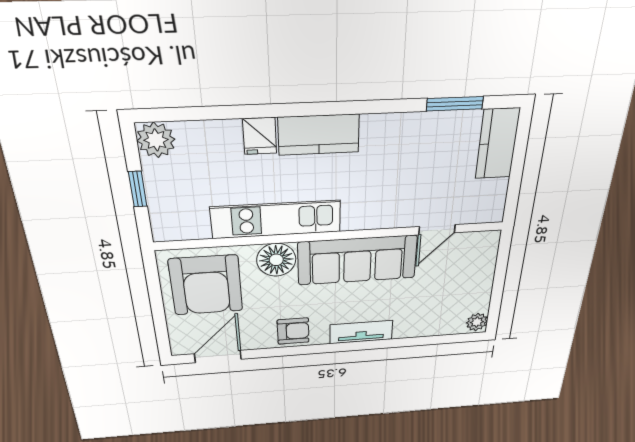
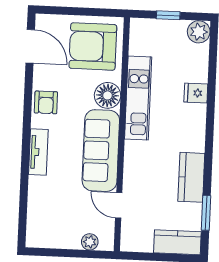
kitchen counter: (319, 135) -> (191, 177), moved
plant: (477, 322) -> (90, 242), moved

